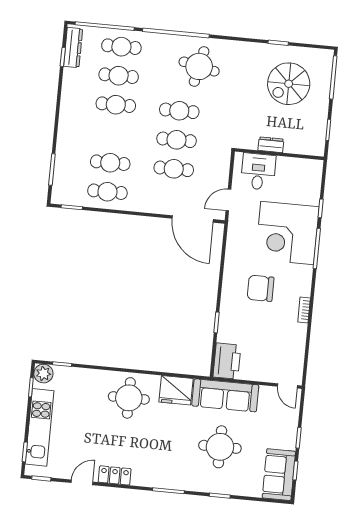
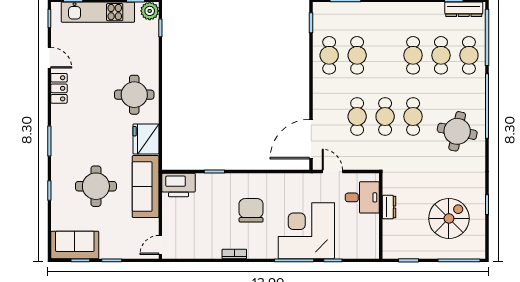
spiral stairs: (289, 84) -> (449, 218), turned 90

